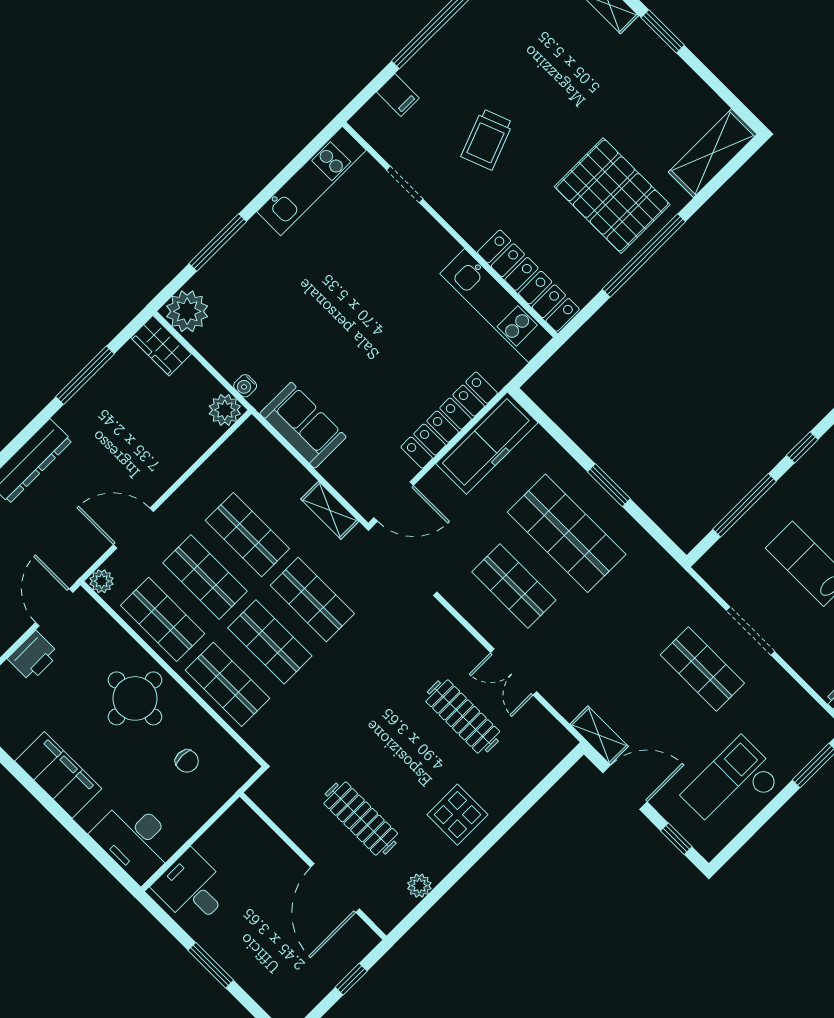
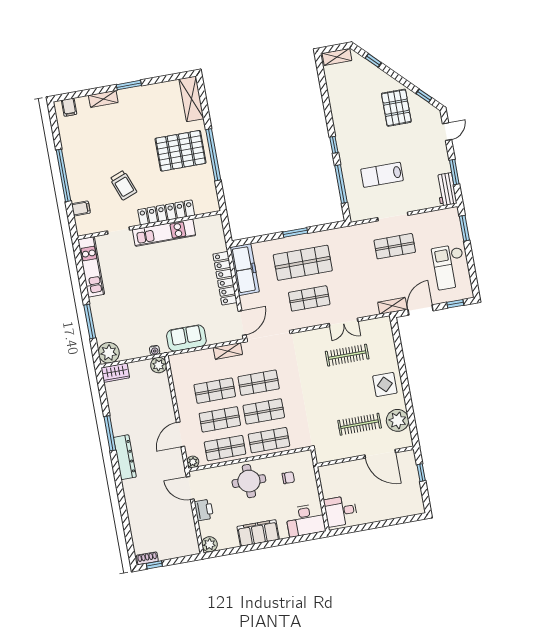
locker: (528, 281) -> (166, 212), moved
kitchen unit: (497, 306) -> (164, 233), moved
window: (85, 375) -> (110, 433), moved
plant: (419, 886) -> (398, 420), width x1.87, depth x1.87
window: (211, 965) -> (377, 525), removed

